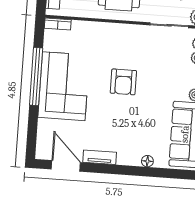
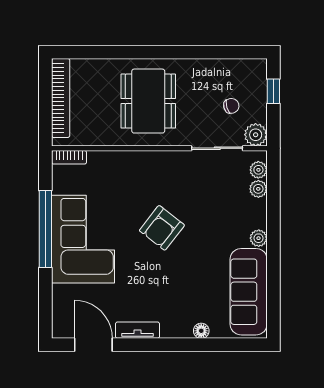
armchair: (123, 82) -> (162, 228), turned 38

